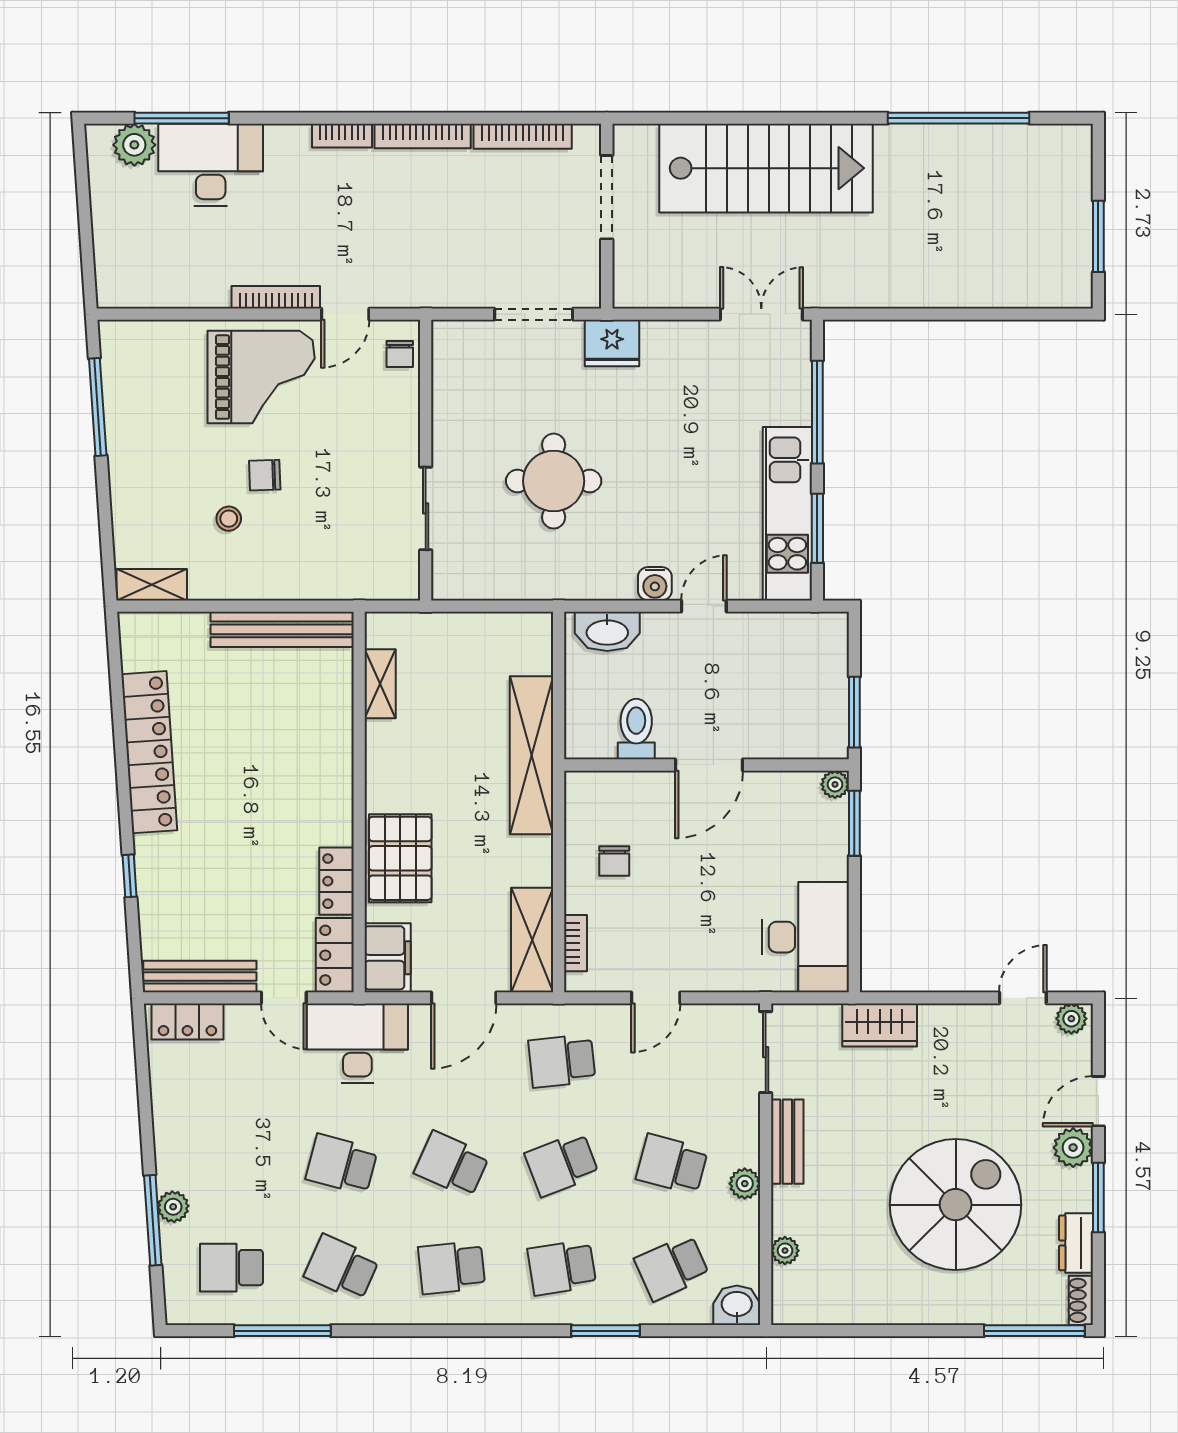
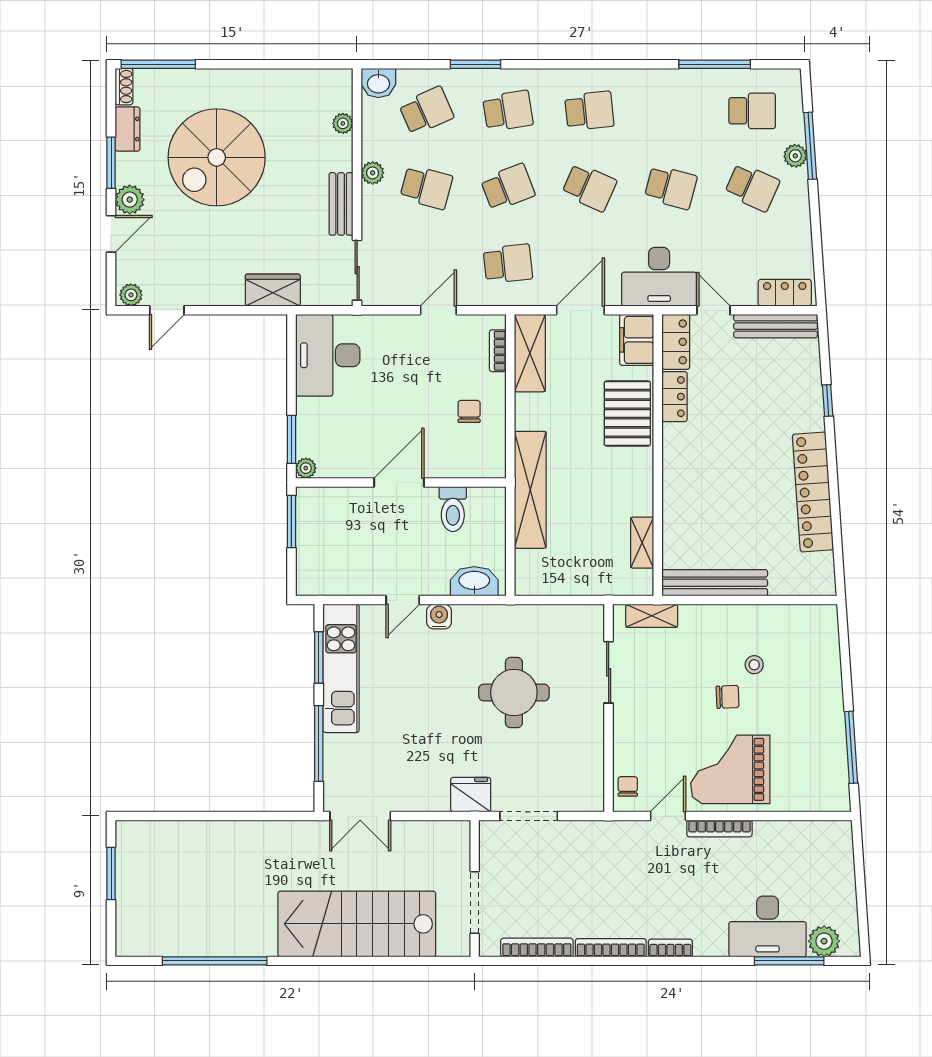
shelving: (152, 585) -> (652, 616), moved
school desk: (342, 1268) -> (752, 187), moved

